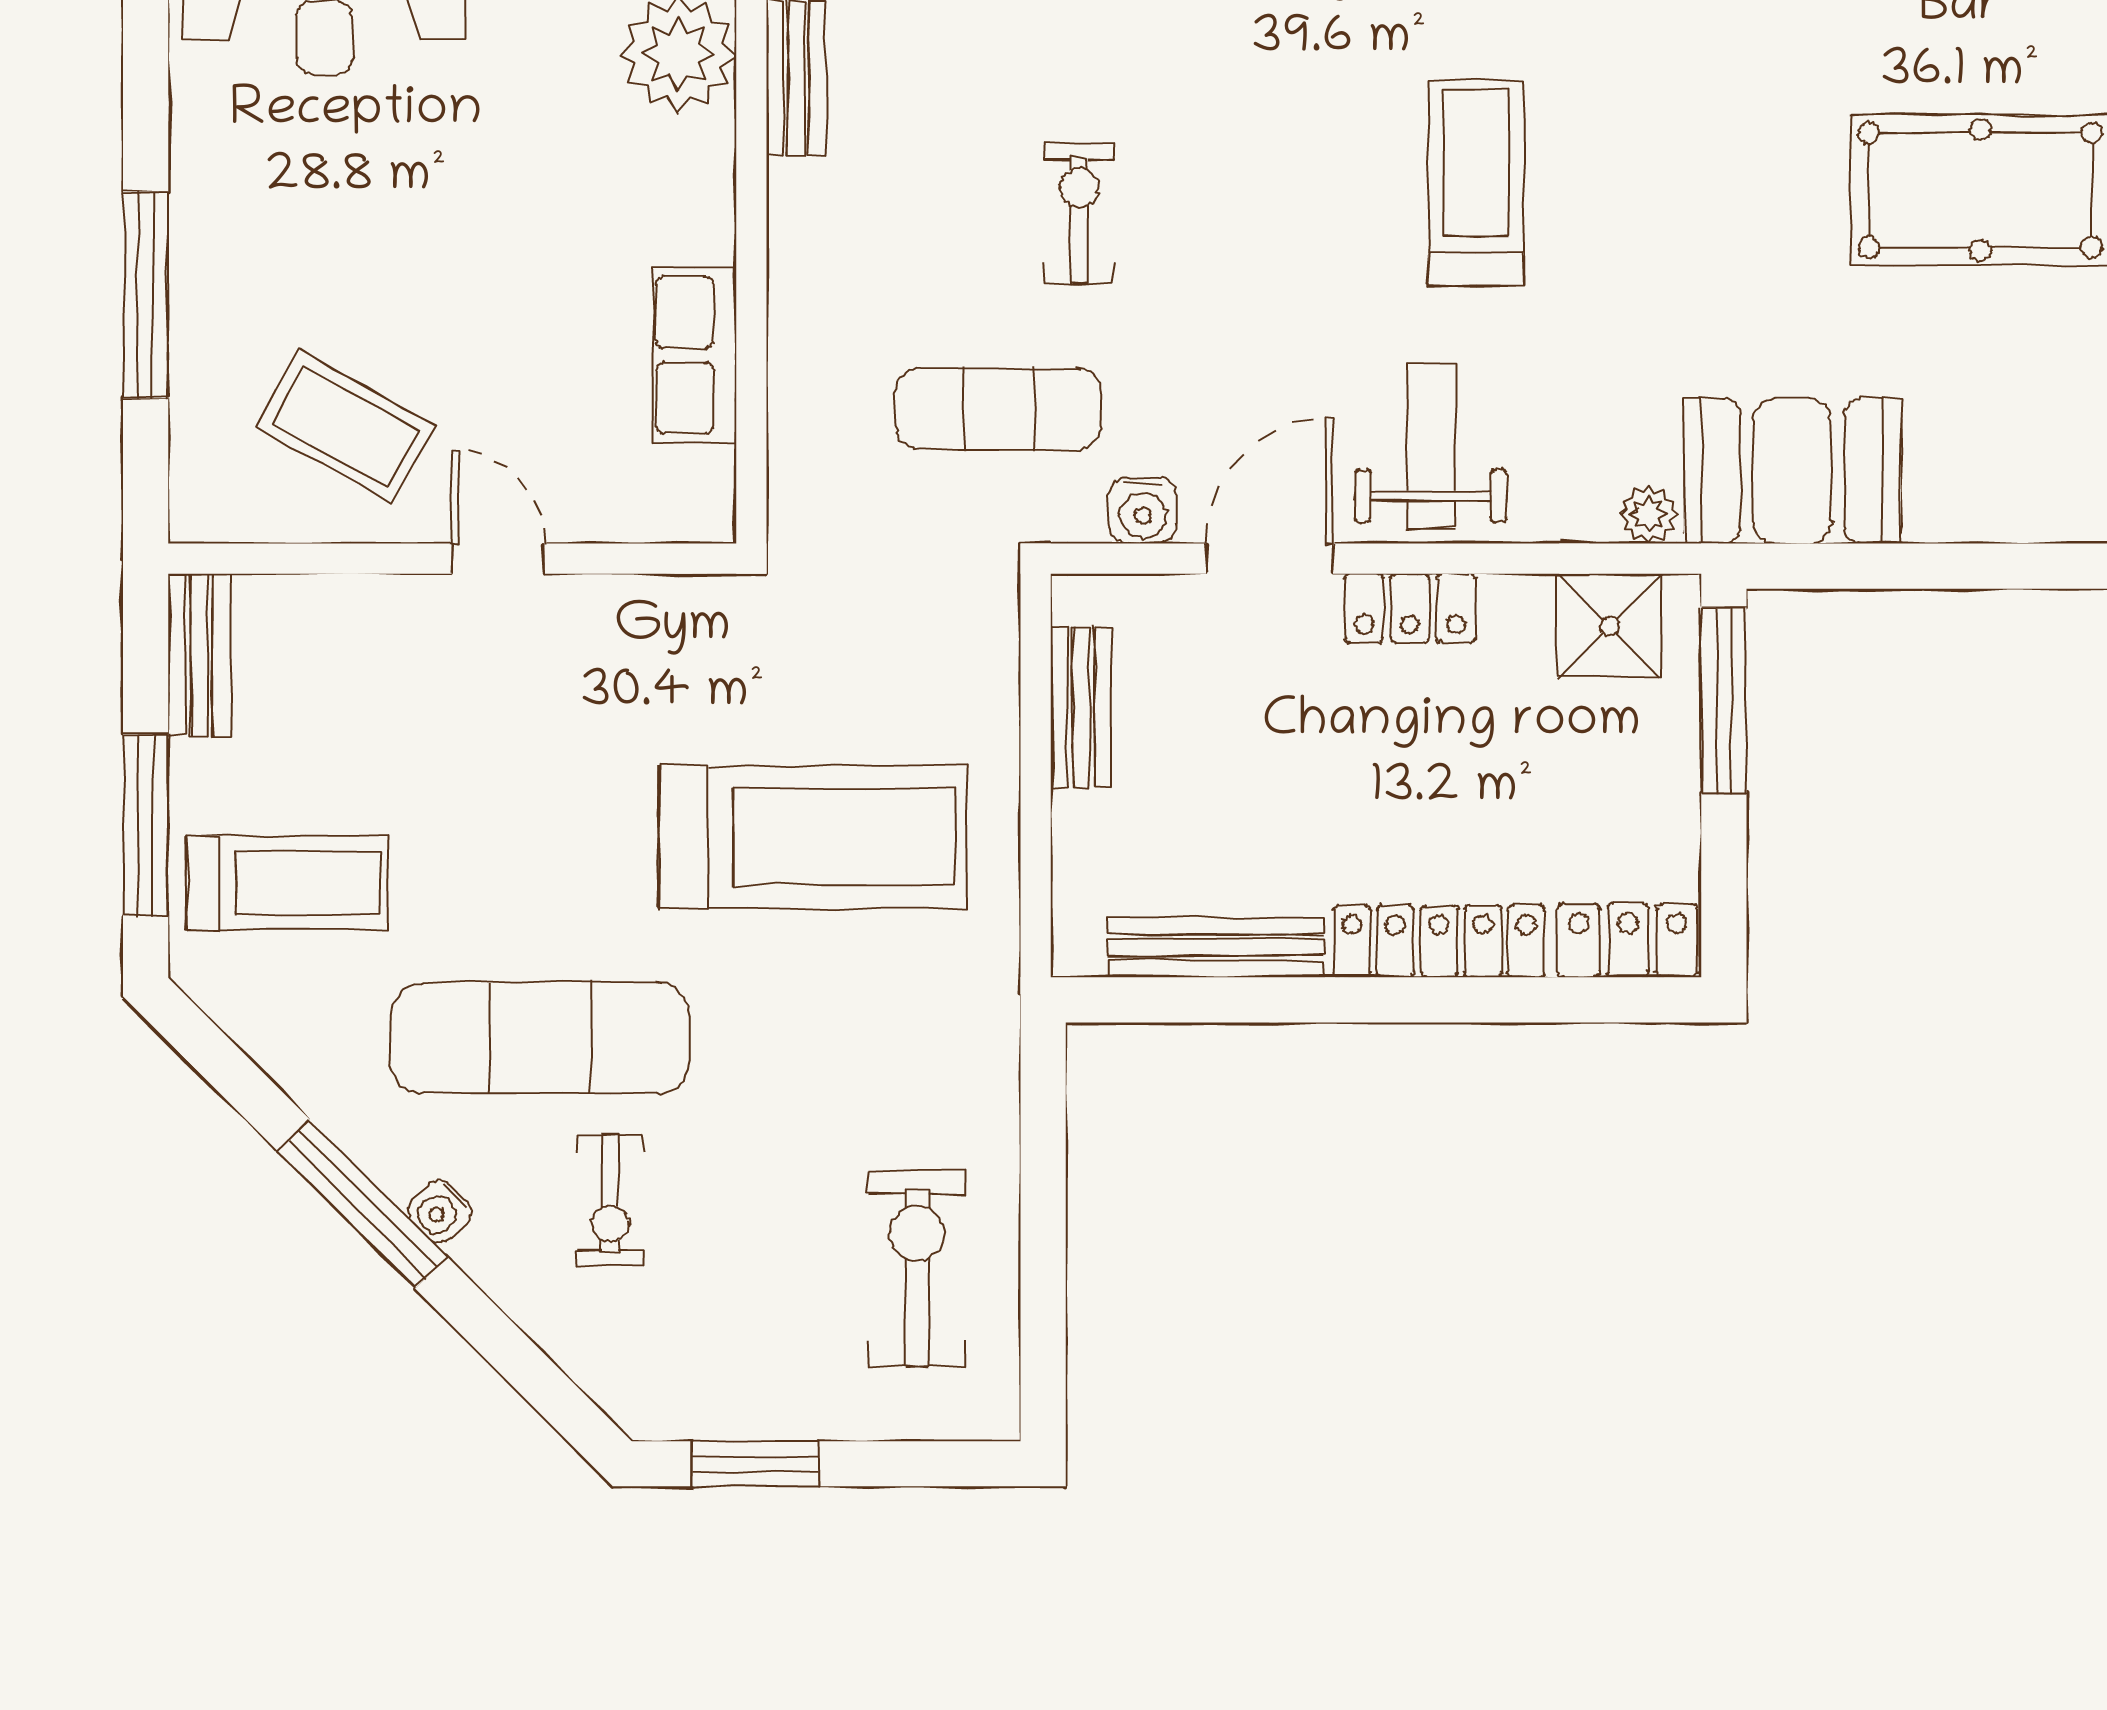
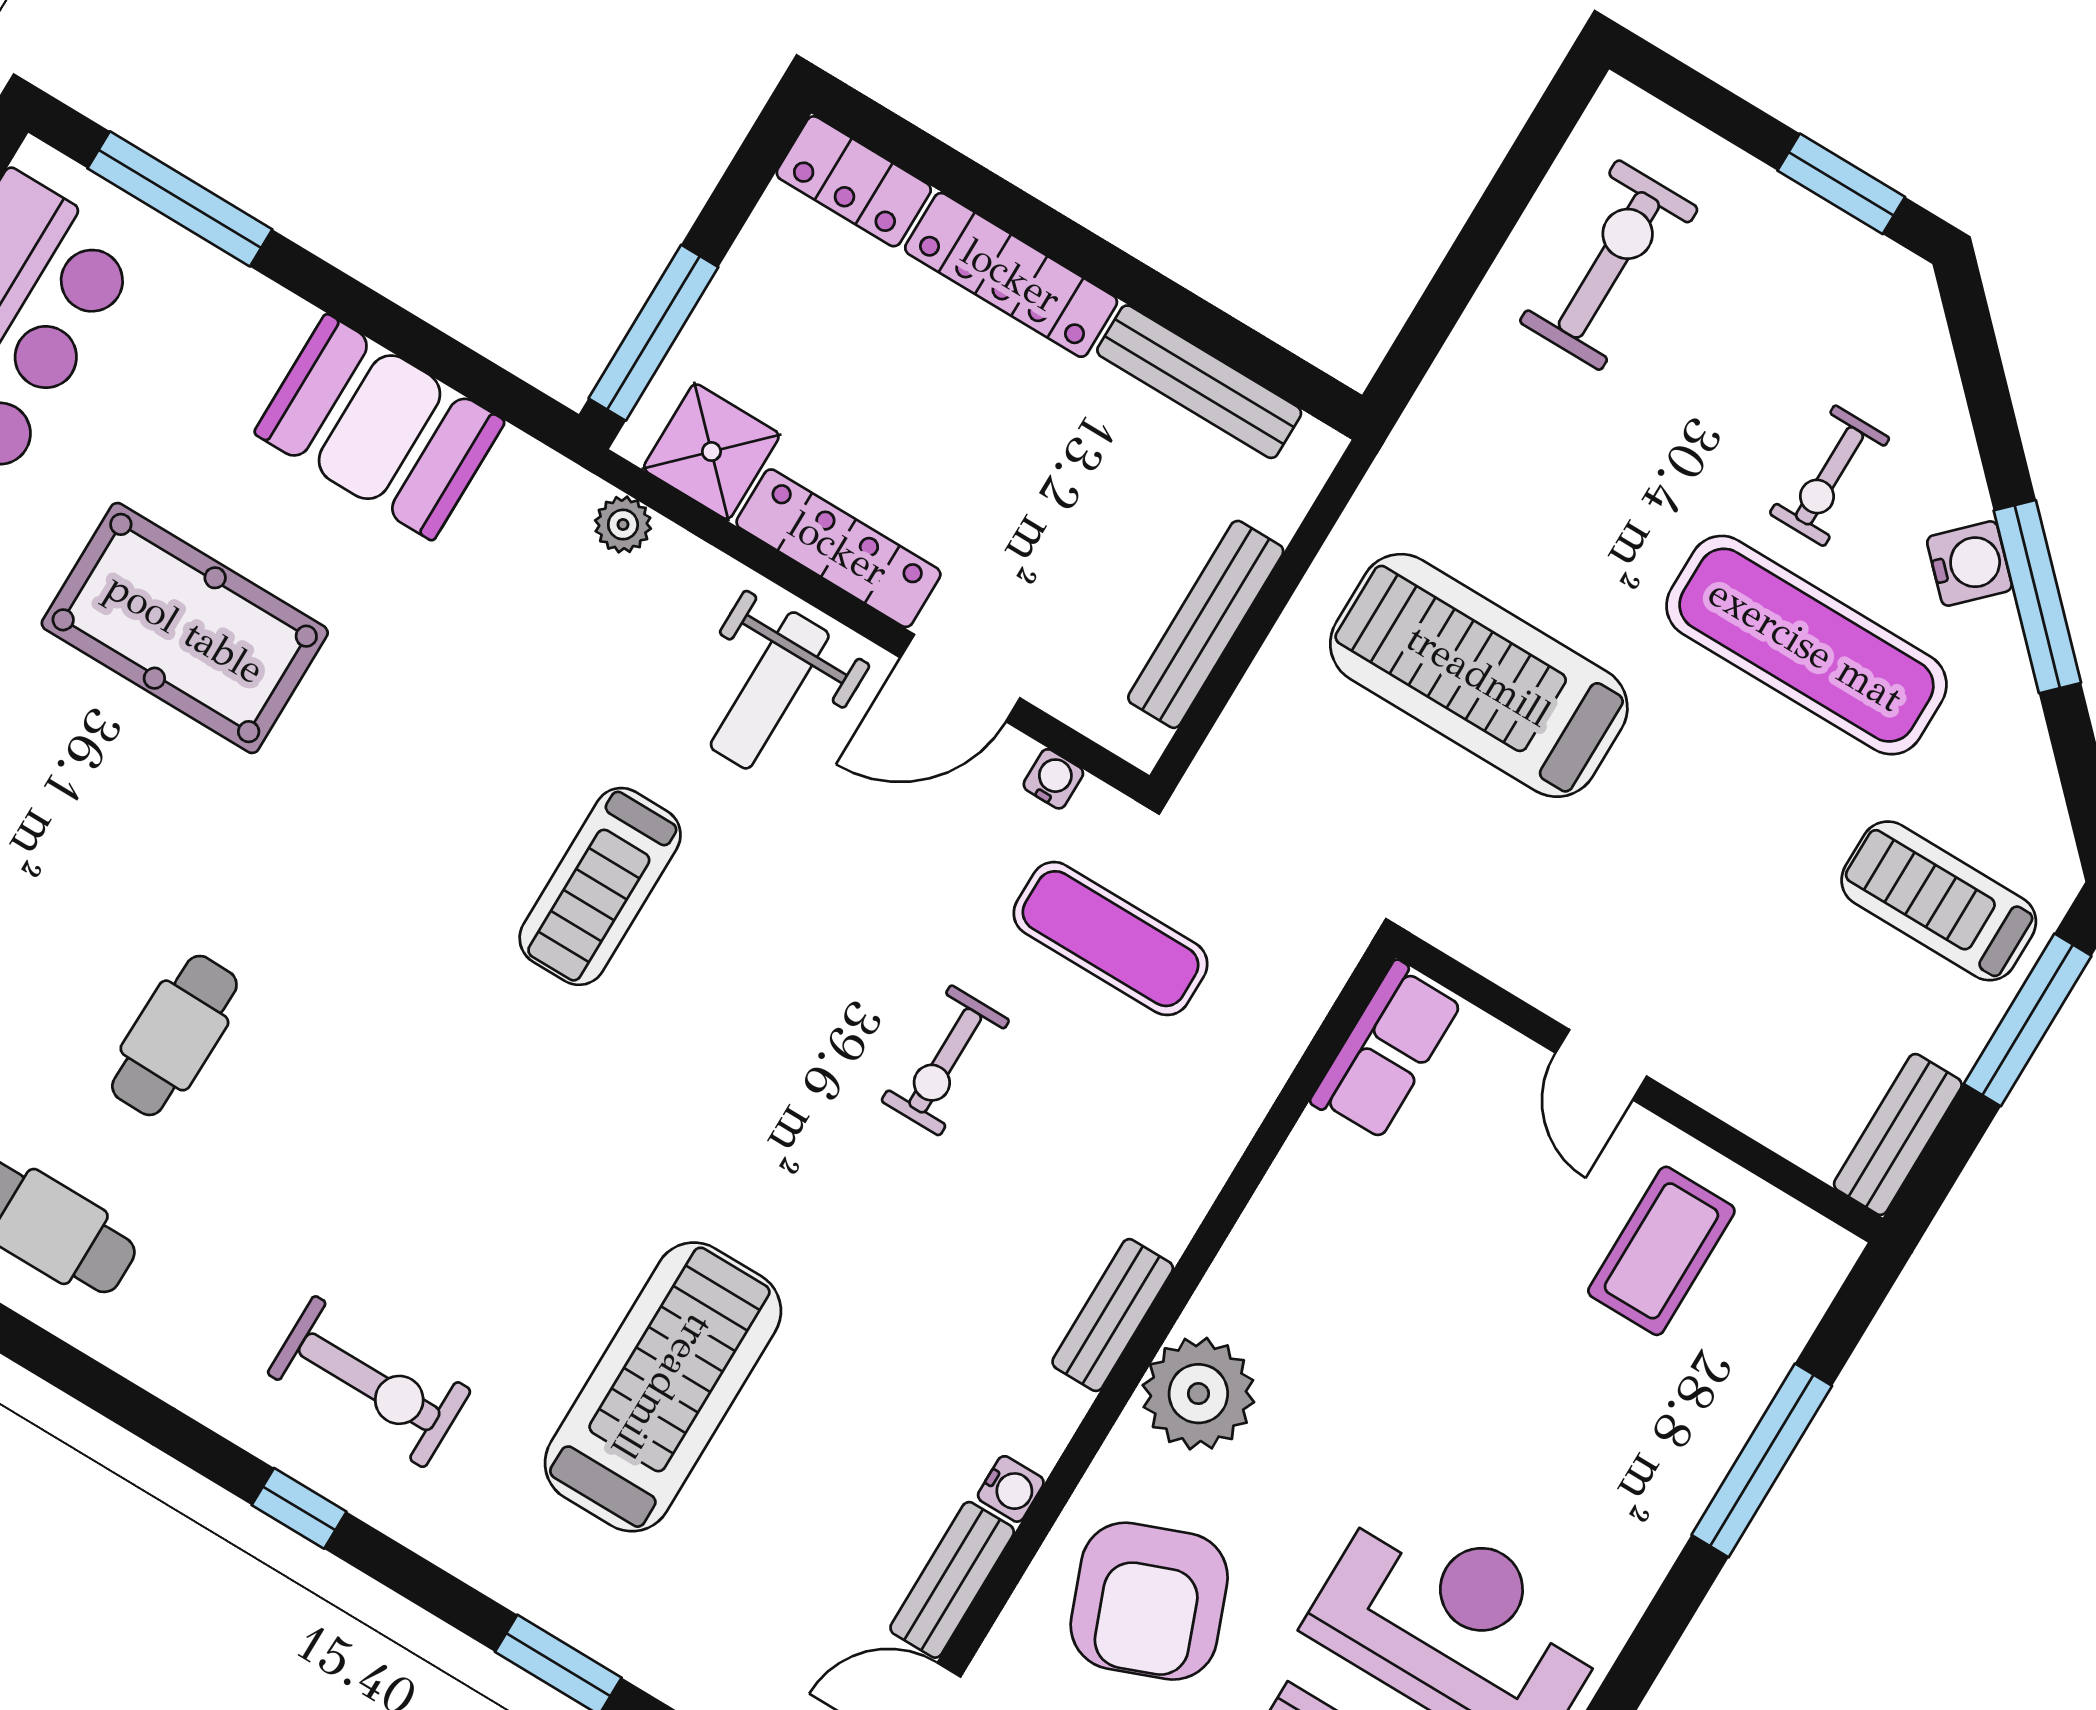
row of seats: (695, 355) -> (1386, 1051), moved
coffee table: (346, 426) -> (1661, 1251), turned 61
booth: (1792, 471) -> (379, 427), moved
water cooler: (1143, 510) -> (1053, 779), width x0.72, depth x0.72
locker: (1410, 608) -> (838, 548), width x1.53
bench: (1081, 707) -> (1206, 624), width x1.36
exercise bike: (610, 1200) -> (1829, 476), turned 180
water cooler: (440, 1211) -> (1969, 564), width x1.38, depth x1.38
exercise bike: (917, 1268) -> (1609, 265), turned 180

